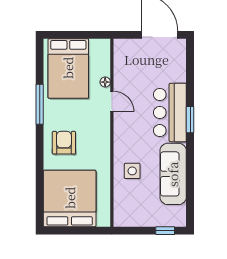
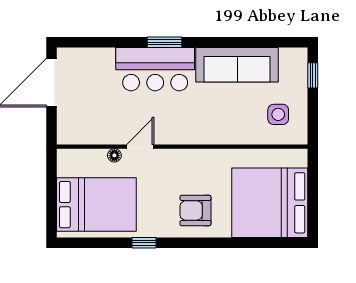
window: (40, 104) -> (144, 243), width x0.46
side table: (132, 171) -> (278, 114), moved

